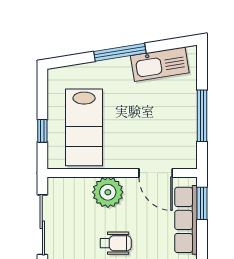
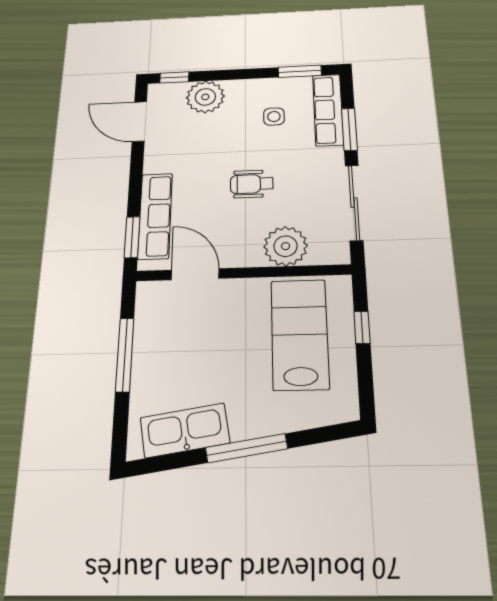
plant: (108, 192) -> (286, 246), moved

